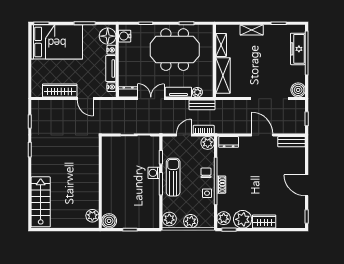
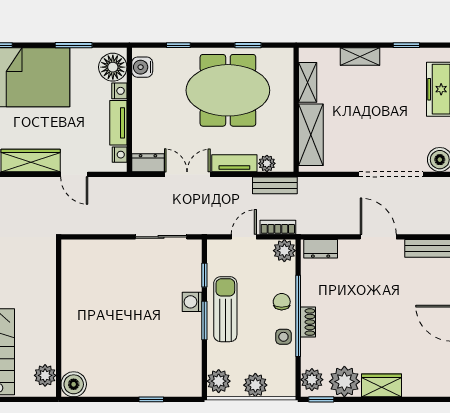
wall: (100, 182) -> (59, 318), moved
plant: (92, 216) -> (45, 375), moved
boiler: (109, 221) -> (74, 384), moved

